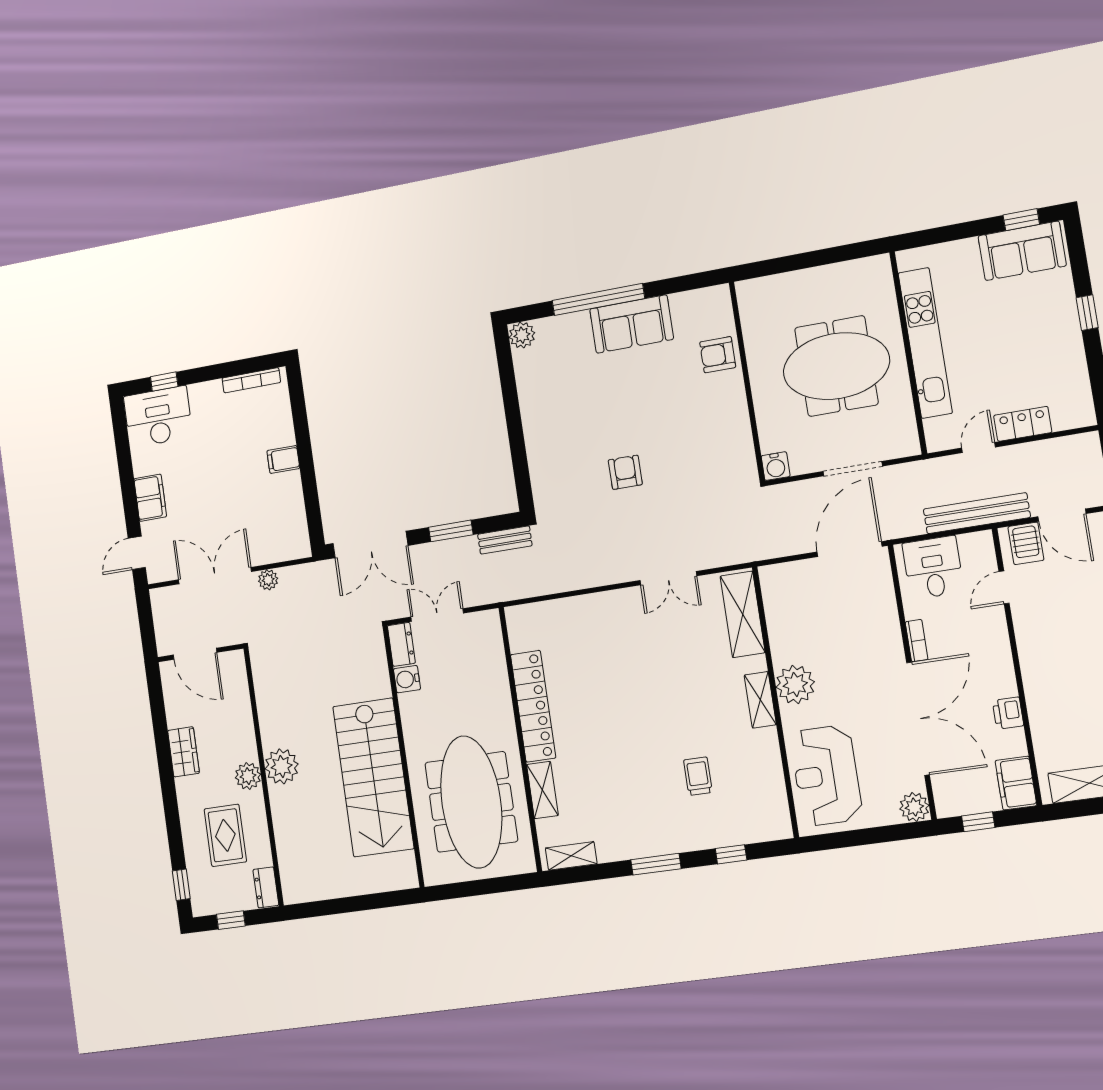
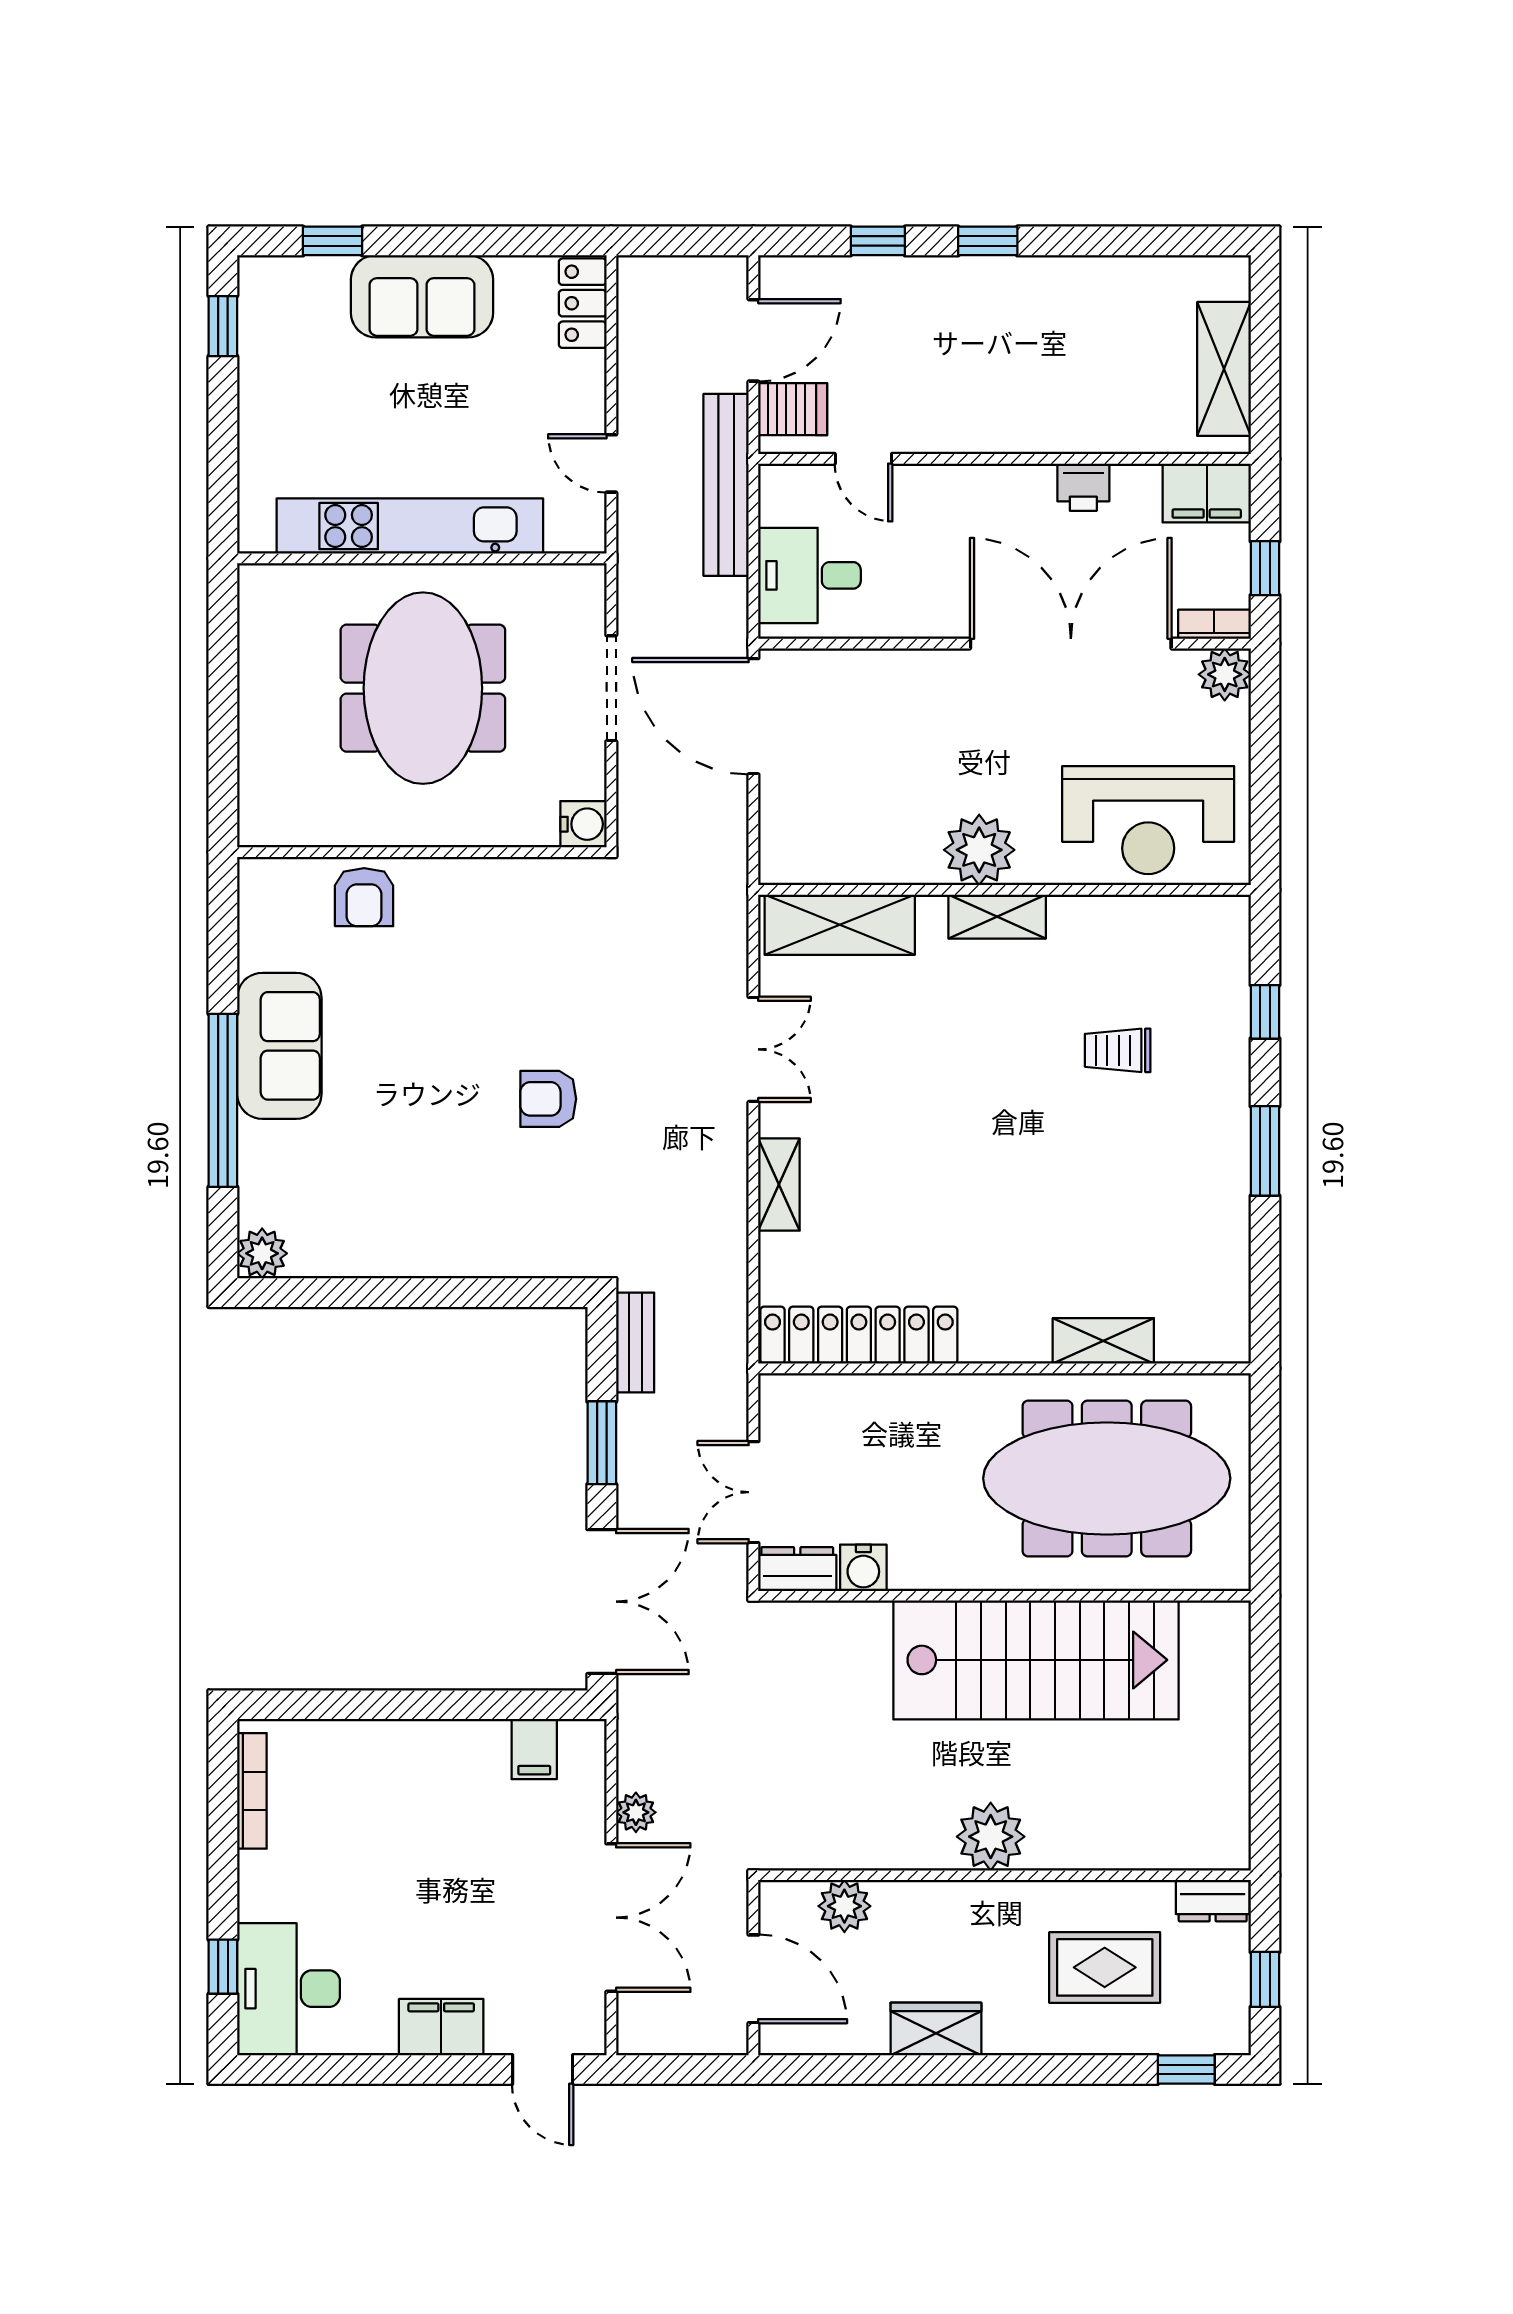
sofa: (1022, 251) -> (422, 296), moved, turned 90
window: (1087, 313) -> (333, 241), moved
locker: (1023, 424) -> (583, 303), moved
filing cabinet: (283, 460) -> (534, 1749), moved
double door: (215, 576) -> (611, 1918), swing flipped
bookcase: (917, 641) -> (1214, 624), moved
door: (195, 654) -> (753, 1979), hinge flipped
locker: (533, 706) -> (859, 1335), moved
plant: (248, 776) -> (844, 1906), moved
shelving: (571, 856) -> (779, 1185), moved

